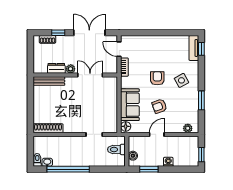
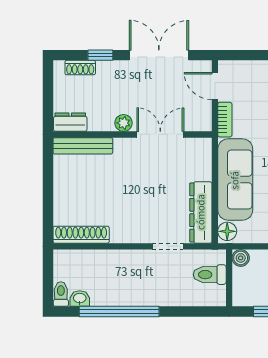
dresser: (56, 68) -> (70, 122), moved
sofa: (130, 105) -> (235, 180), width x1.36
dresser: (112, 116) -> (201, 212), added
boiler: (133, 156) -> (241, 258), moved

